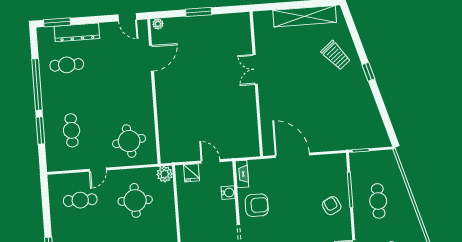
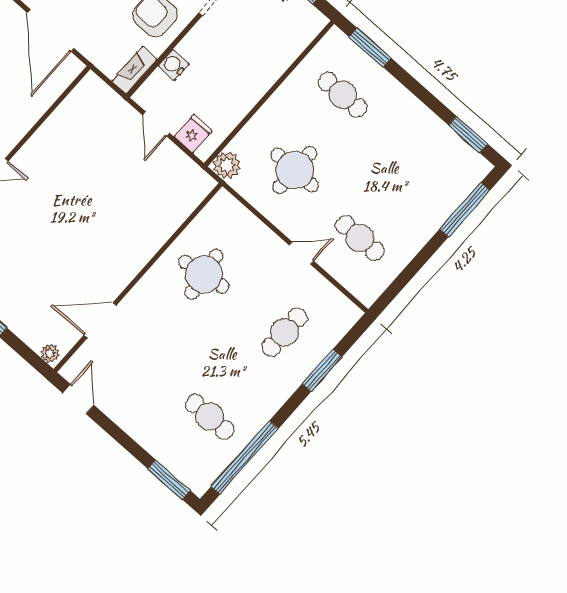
dresser: (77, 32) -> (157, 443), removed
window: (37, 84) -> (245, 458), moved
round table: (129, 141) -> (204, 274), moved

